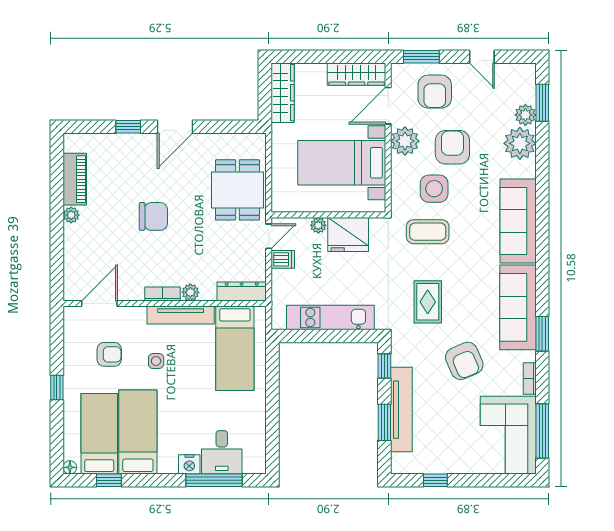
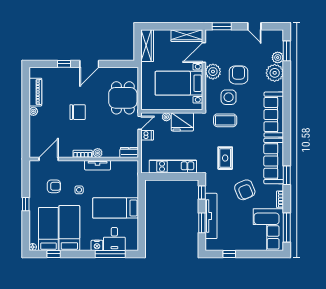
armchair: (435, 92) -> (229, 45), removed
dresser: (242, 291) -> (129, 152), width x0.70
tv unit: (181, 315) -> (98, 165), width x0.71
bed: (235, 348) -> (116, 208), moved, turned 90

